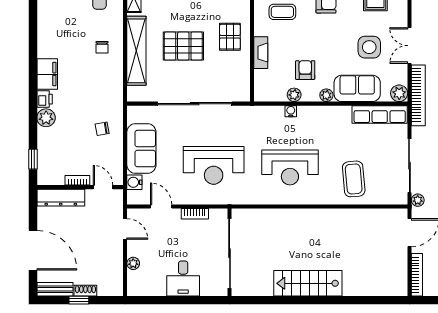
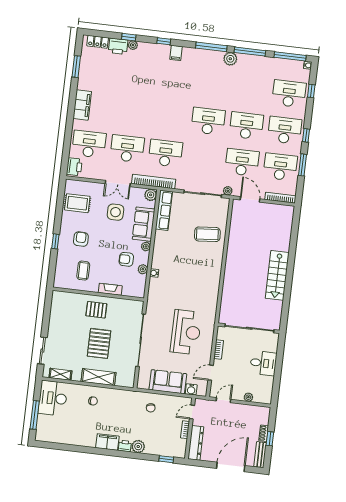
shelving: (136, 51) -> (98, 377), width x0.68
reception desk: (290, 167) -> (194, 278), removed

